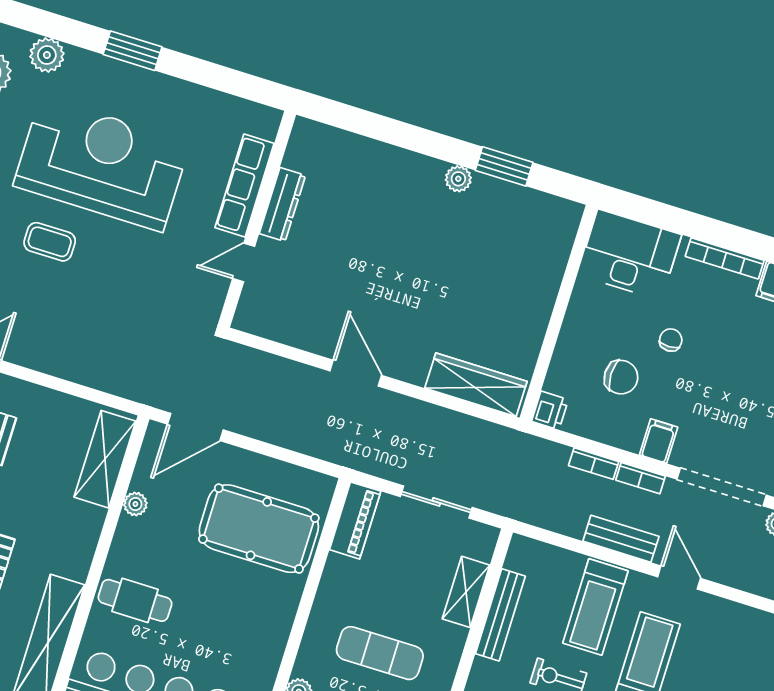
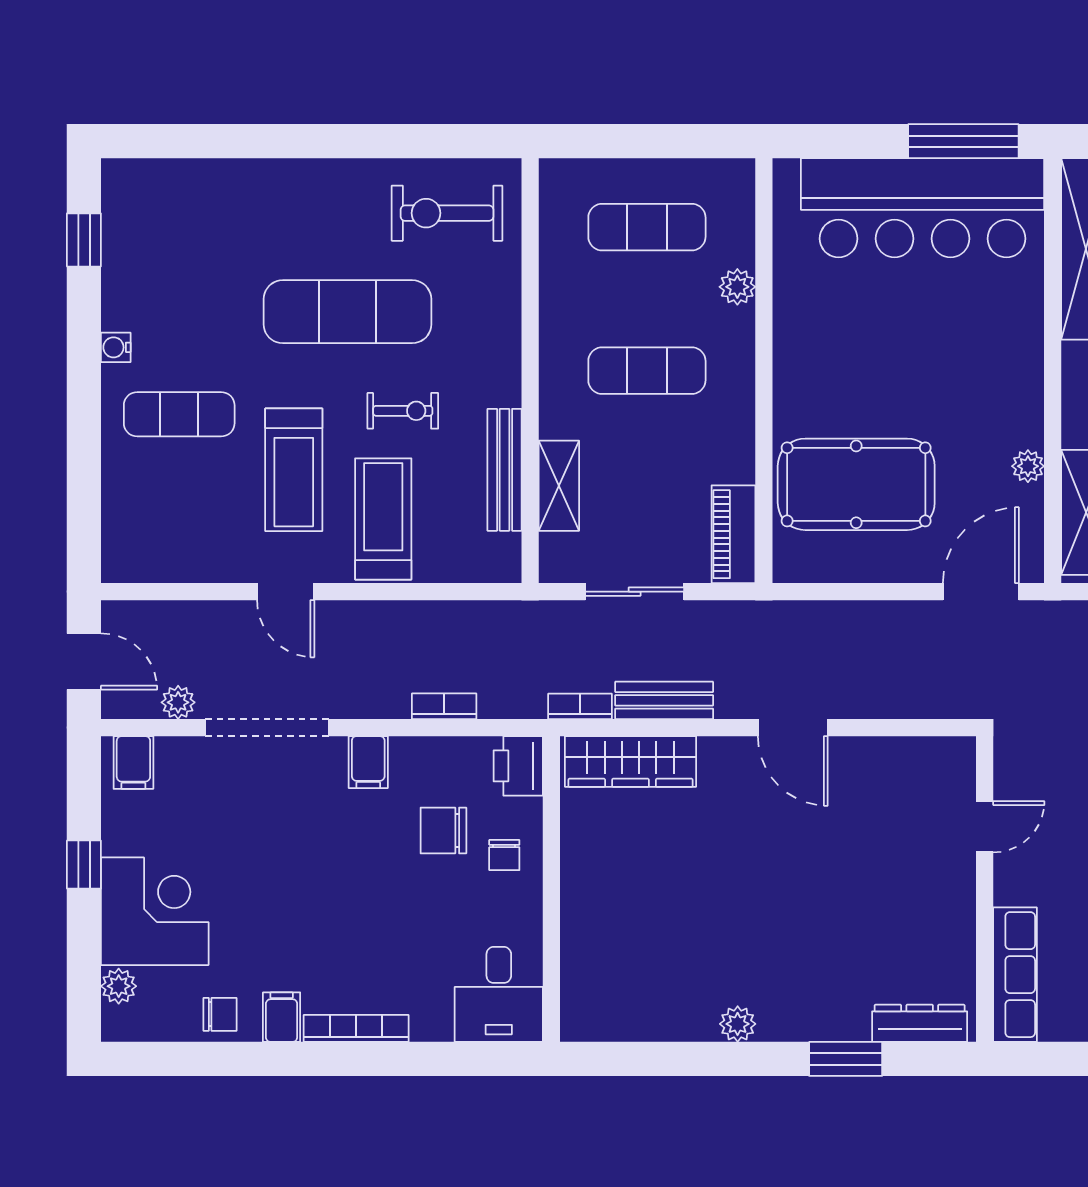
window: (504, 166) -> (846, 1059), moved
row of seats: (244, 186) -> (1015, 975), moved
dresser: (282, 205) -> (920, 1023), moved, turned 90
desk: (630, 255) -> (499, 994), width x0.73
chair: (671, 340) -> (504, 855), moved
printer: (550, 410) -> (518, 766), width x1.36, depth x1.24
bookcase: (641, 478) -> (580, 706), moved
bench: (621, 539) -> (664, 700), moved
cafe table: (135, 600) -> (989, 340), removed

